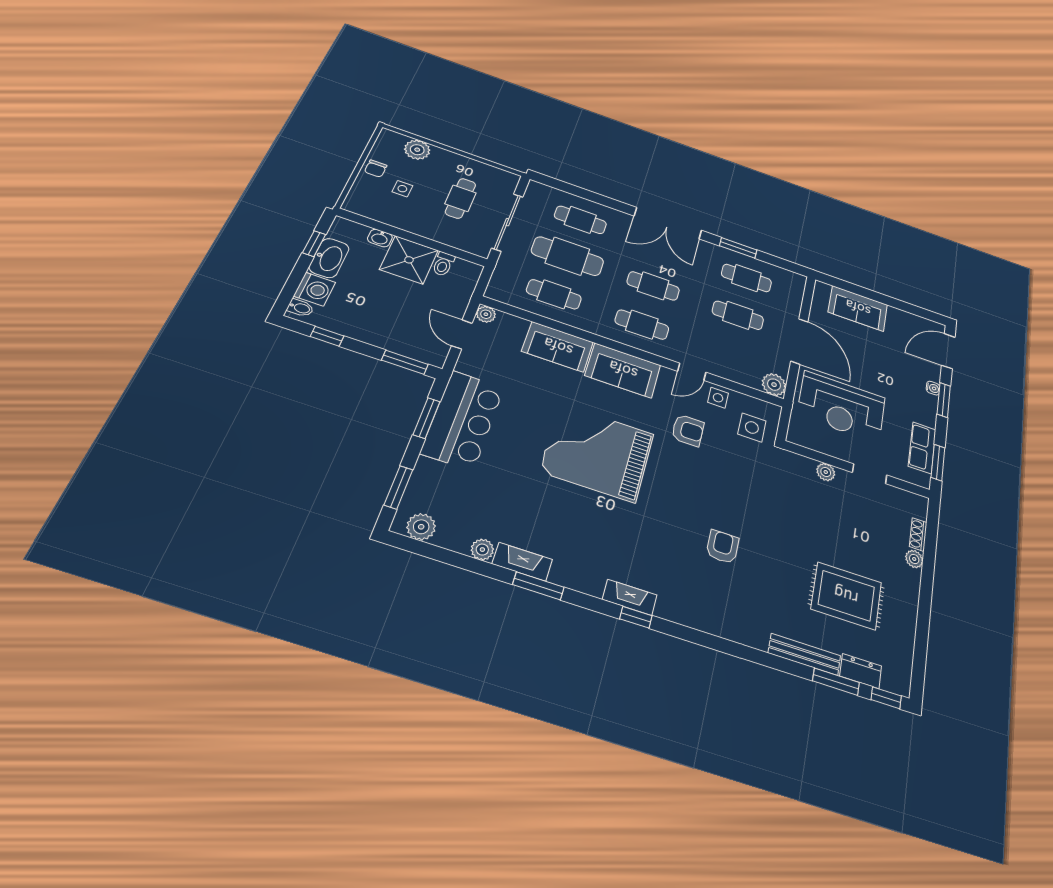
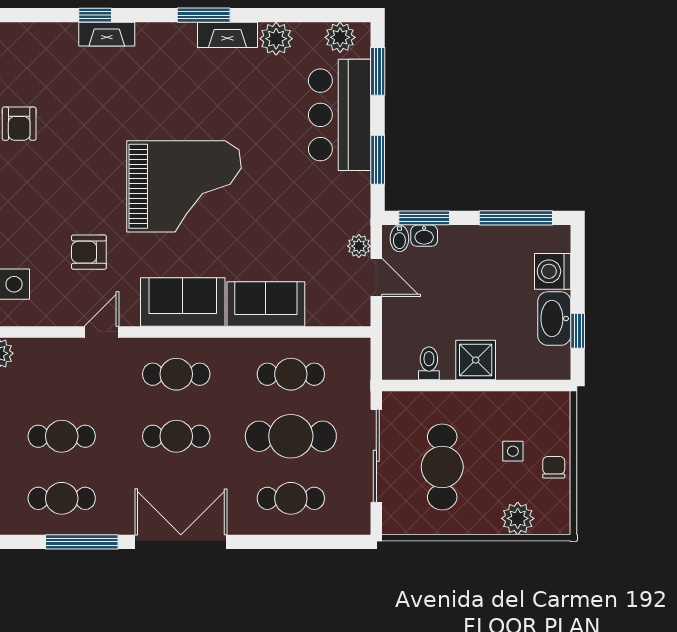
cafe table: (460, 198) -> (442, 467), width x1.37, depth x1.35
washbasin: (380, 238) -> (424, 236), moved, turned 180
window: (738, 248) -> (82, 542), width x1.44
shower: (409, 260) -> (476, 360), width x0.73, depth x0.73
bidet: (300, 308) -> (399, 238), moved, turned -90
plant: (486, 314) -> (359, 246), moved
window: (327, 336) -> (516, 218), width x2.17
side table: (718, 398) -> (62, 309), removed
bar counter: (463, 420) -> (340, 115), moved
plant: (482, 550) -> (276, 39), width x1.38, depth x1.38

